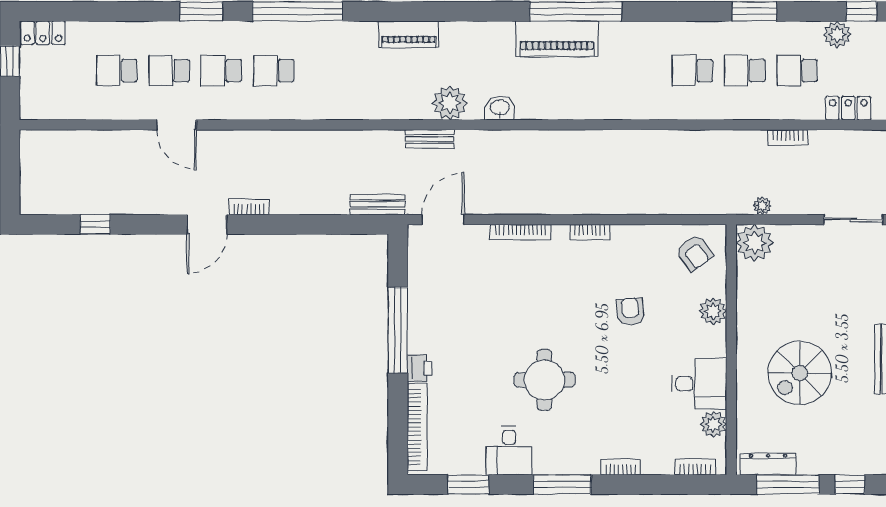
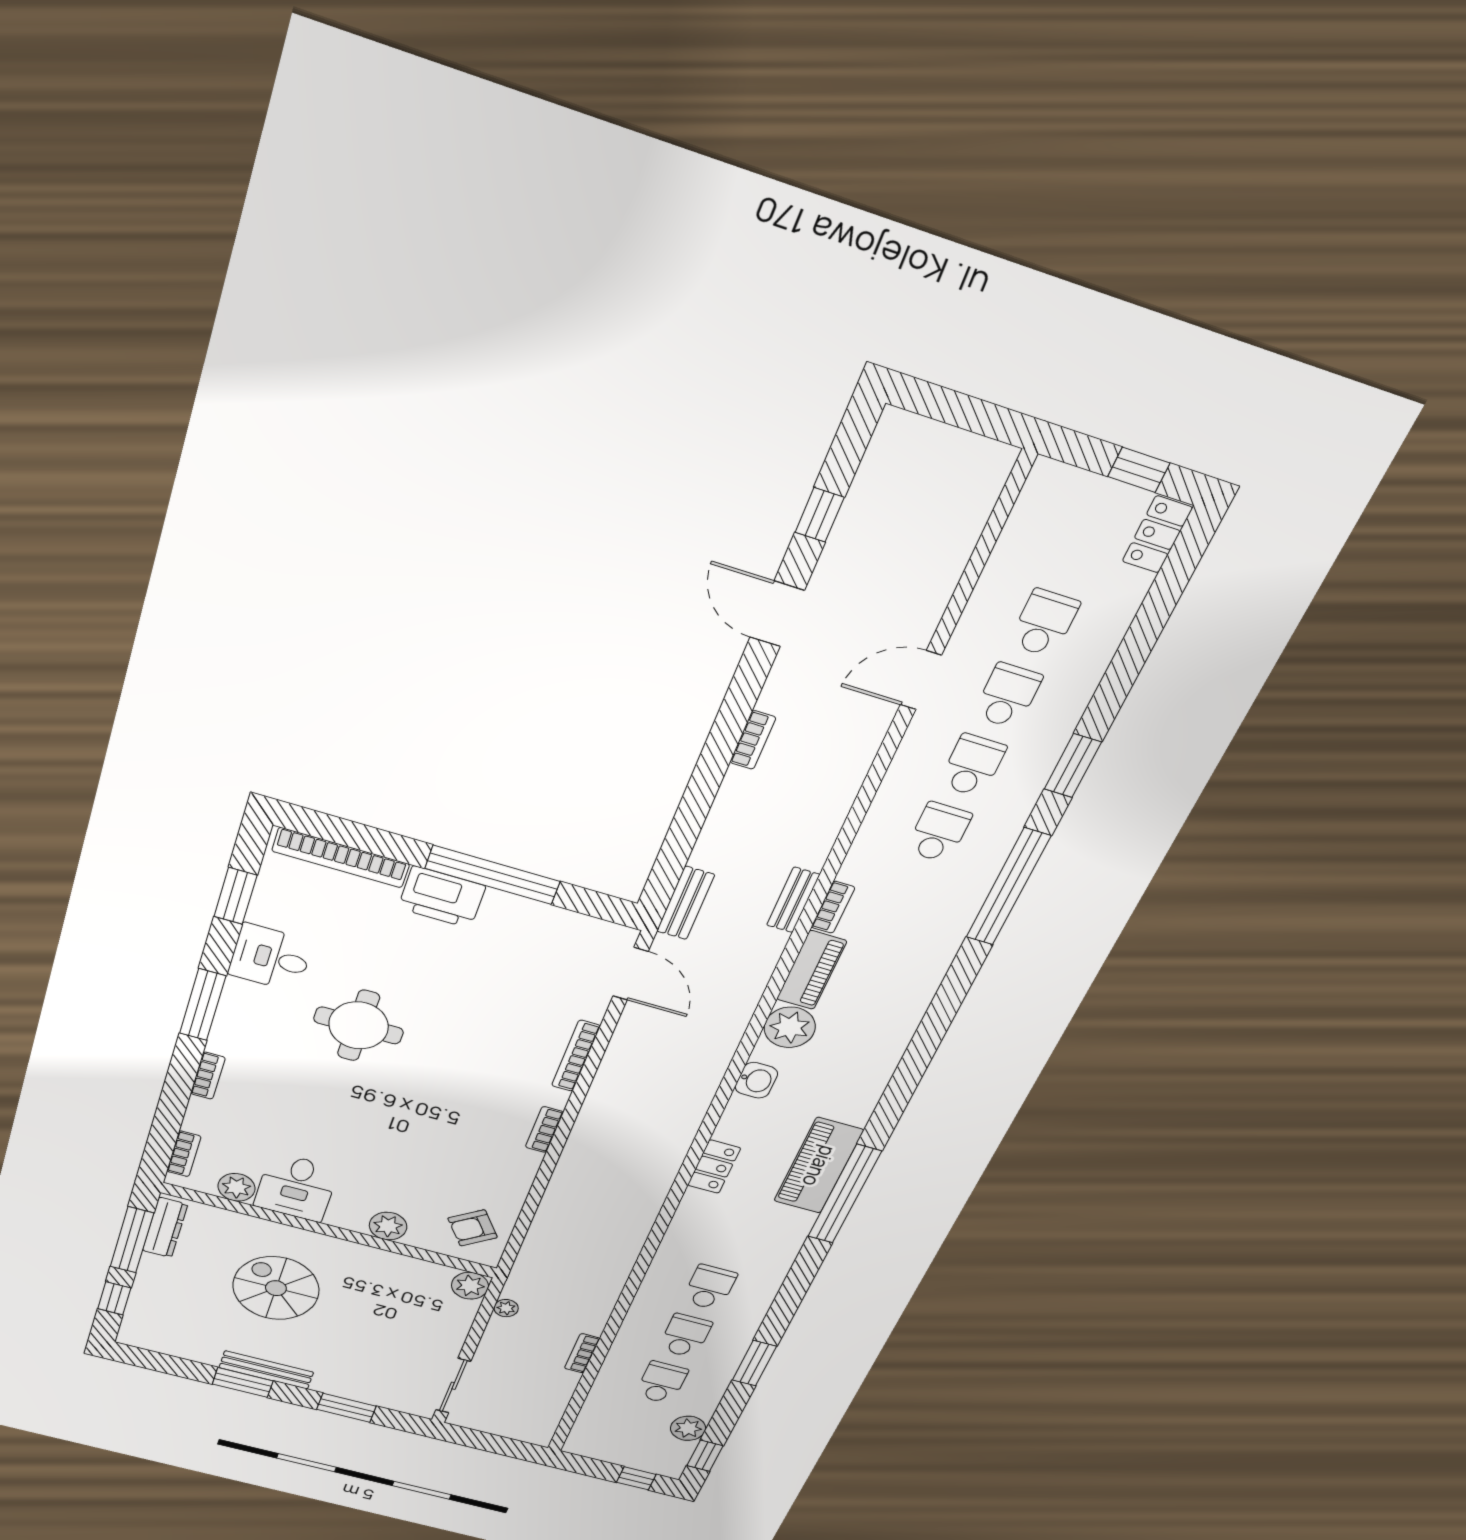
piano: (408, 34) -> (812, 970), moved, turned 180
locker: (848, 108) -> (714, 1167), moved
bookcase: (349, 112) -> (833, 907), added
bench: (430, 139) -> (793, 900), moved
door: (207, 224) -> (777, 614), moved
plant: (754, 243) -> (470, 1286), width x0.73, depth x0.73
armchair: (630, 312) -> (419, 1143), removed
printer: (419, 368) -> (442, 897), width x1.87, depth x1.48

